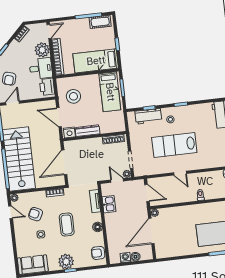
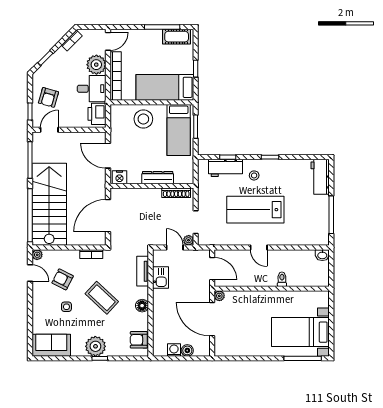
stool: (73, 96) -> (143, 119), moved
dresser: (88, 131) -> (158, 178), moved
coffee table: (67, 225) -> (102, 298), turned -47
door: (151, 231) -> (212, 319), hinge flipped

